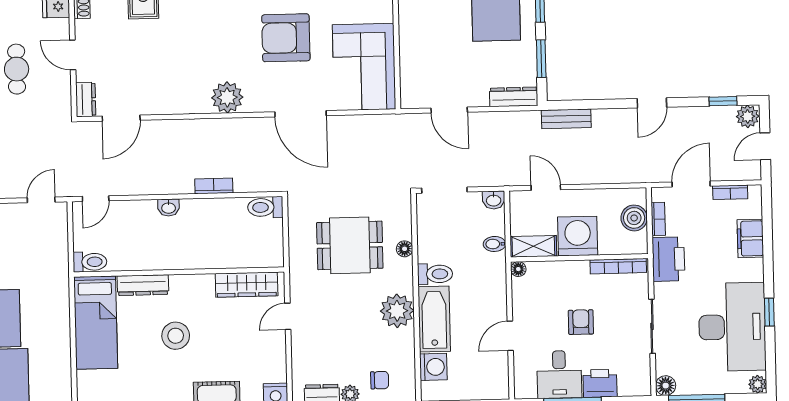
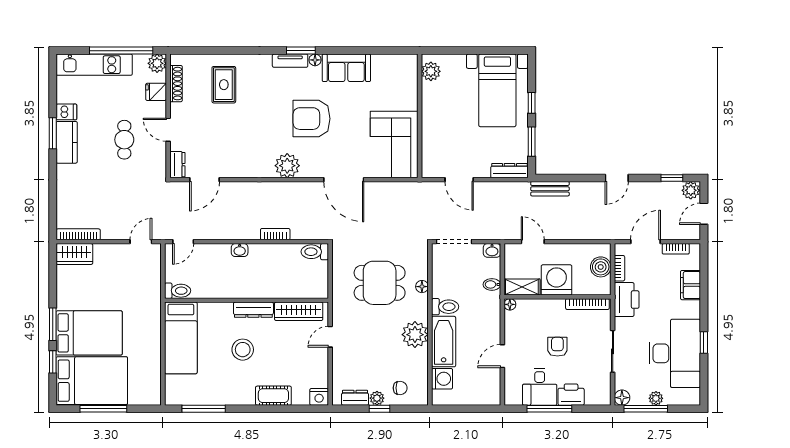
armchair: (286, 38) -> (312, 119), moved
dresser: (143, 285) -> (253, 310), moved
plant: (758, 384) -> (656, 398), moved

